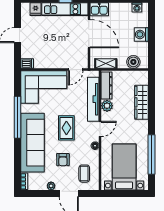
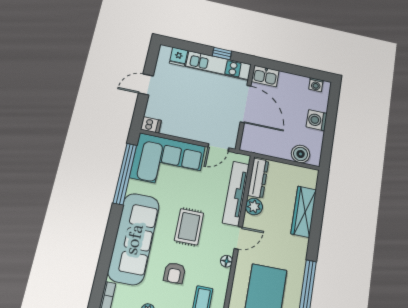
shelving: (106, 64) -> (262, 148), removed
window: (17, 117) -> (125, 174), moved

